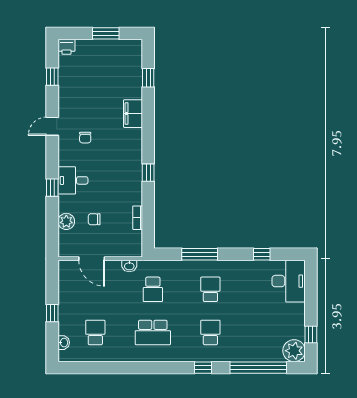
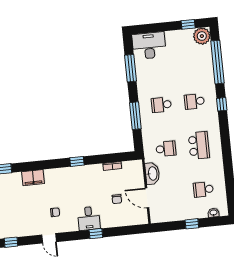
plant: (66, 221) -> (121, 220), removed
window: (262, 254) -> (131, 68), width x2.17
door: (92, 259) -> (147, 198), swing flipped
washbasin: (129, 266) -> (152, 174), width x1.91, depth x1.45

